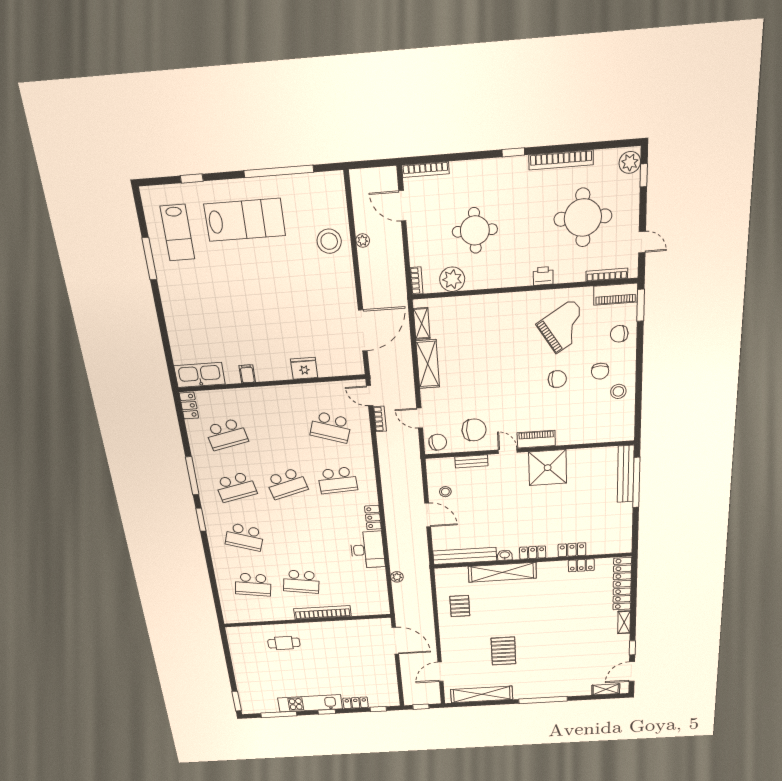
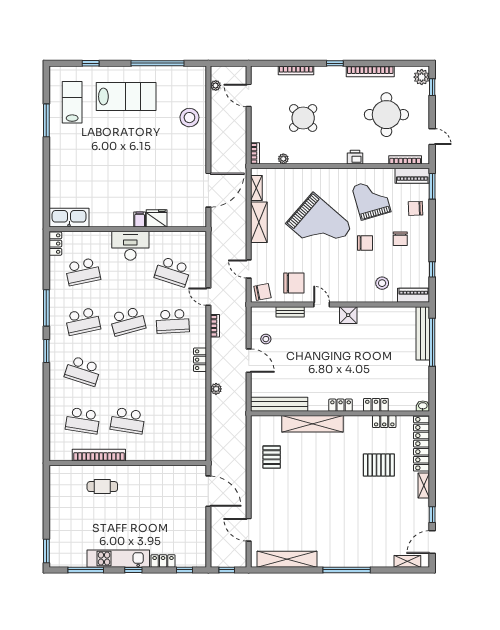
bookcase: (425, 170) -> (296, 70), moved
round table: (475, 230) -> (303, 118), turned 45
lab bench: (177, 233) -> (72, 102), turned 180
plant: (363, 241) -> (216, 85), moved
plant: (452, 279) -> (283, 159), width x0.53, depth x0.53
grand piano: (564, 327) -> (371, 199), turned -74
grand piano: (501, 362) -> (319, 225), added
filing cabinet: (247, 374) -> (140, 220), moved
stool: (618, 391) -> (382, 283), moved
door: (370, 396) -> (208, 297), moved
window: (638, 404) -> (432, 269), added
bookcase: (380, 419) -> (215, 326), moved
piano: (536, 439) -> (414, 295), moved
shower: (548, 468) -> (348, 315), width x0.54, depth x0.54
desk: (367, 550) -> (130, 246), moved, turned -90
washbasin: (505, 555) -> (423, 406), moved
plant: (397, 577) -> (216, 389), moved
bookcase: (322, 612) -> (99, 455), moved
pallet: (503, 651) -> (379, 465), moved, turned 90
door: (440, 672) -> (249, 530), hinge flipped

